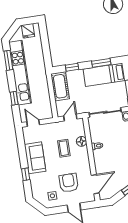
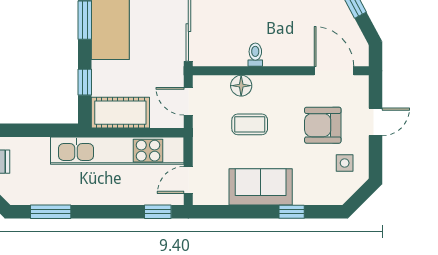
kitchen unit: (20, 73) -> (117, 151), moved, turned 180
window: (14, 98) -> (158, 212), moved

